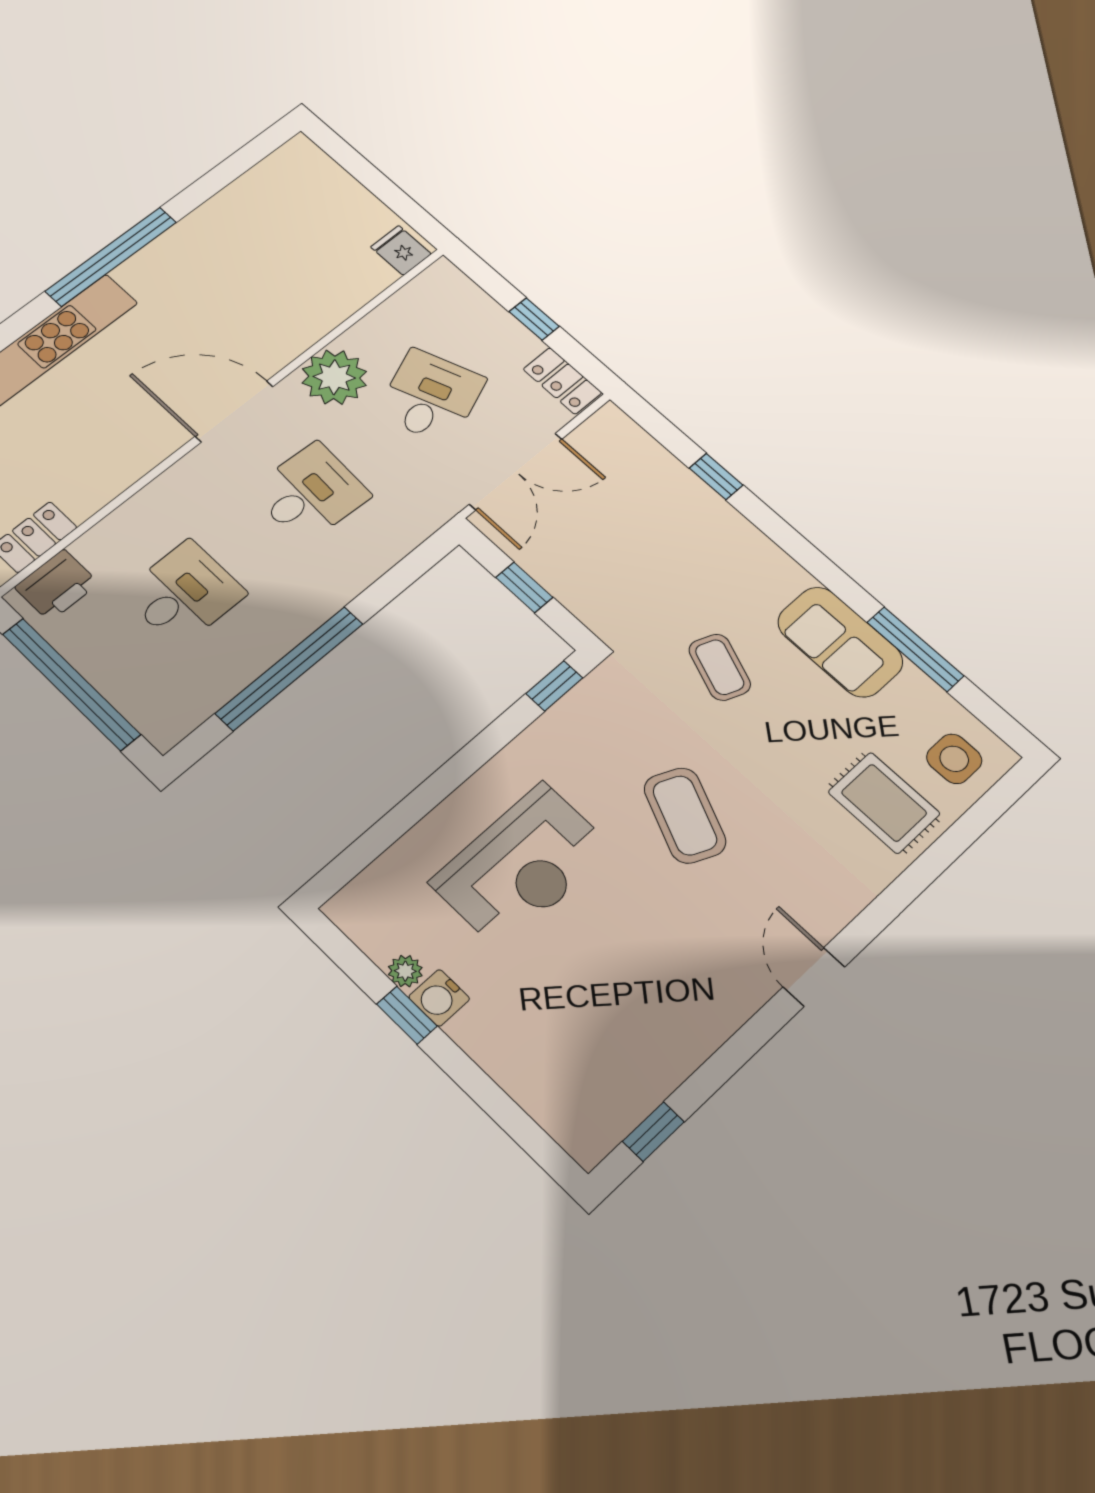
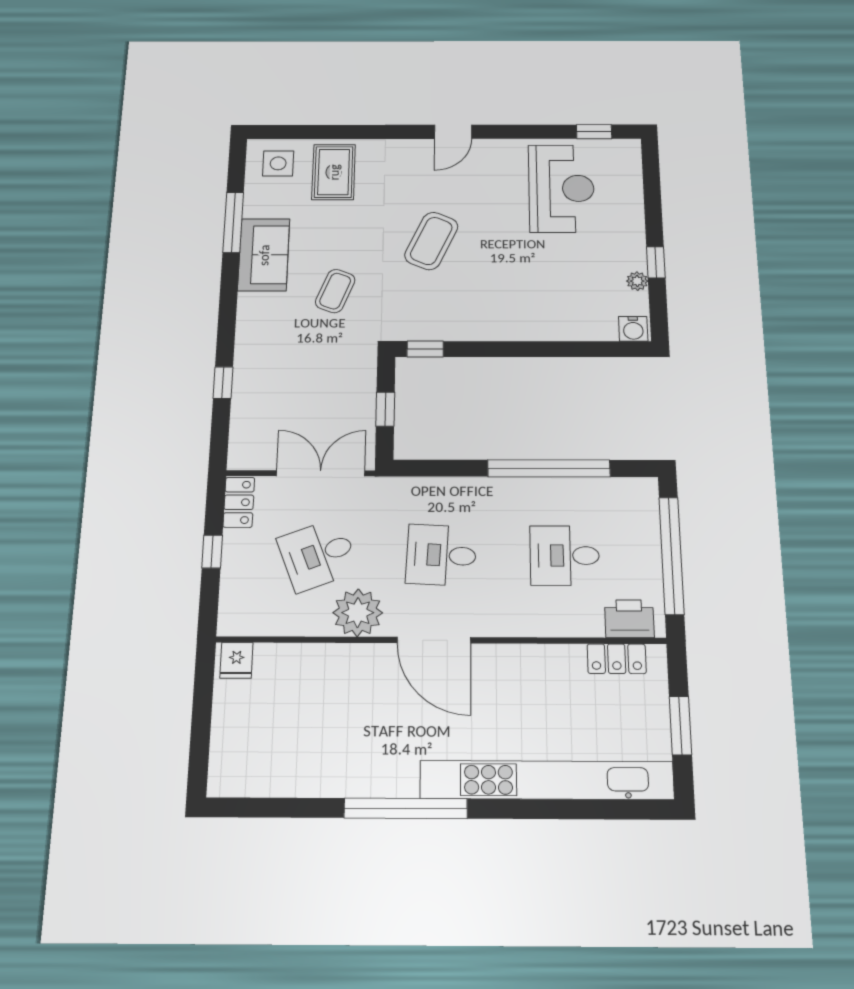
reception desk: (522, 865) -> (561, 188), moved, turned 90
water cooler: (439, 998) -> (633, 329), moved, turned 90

